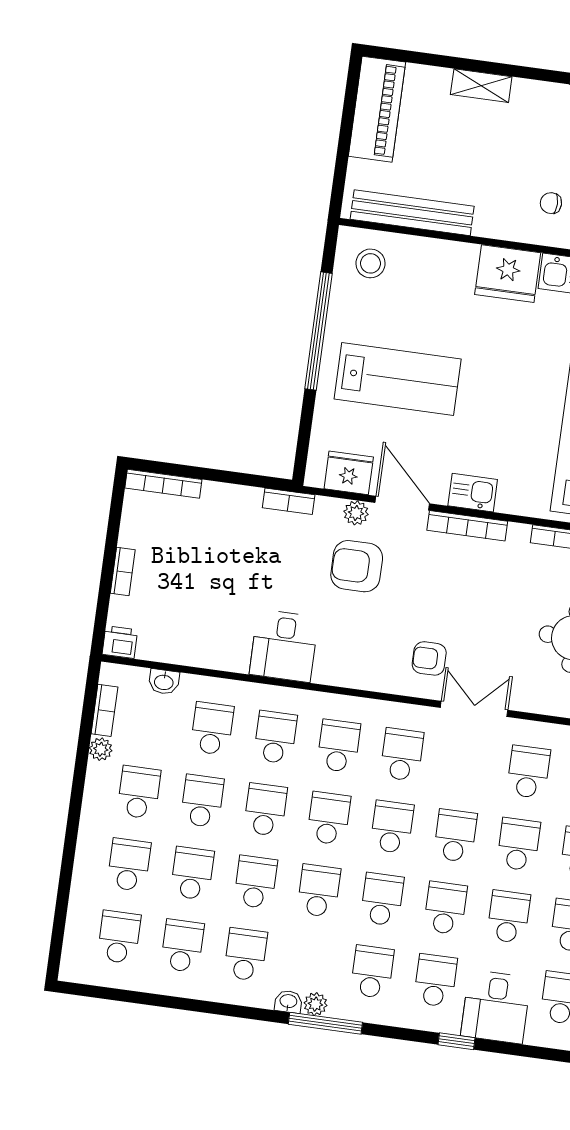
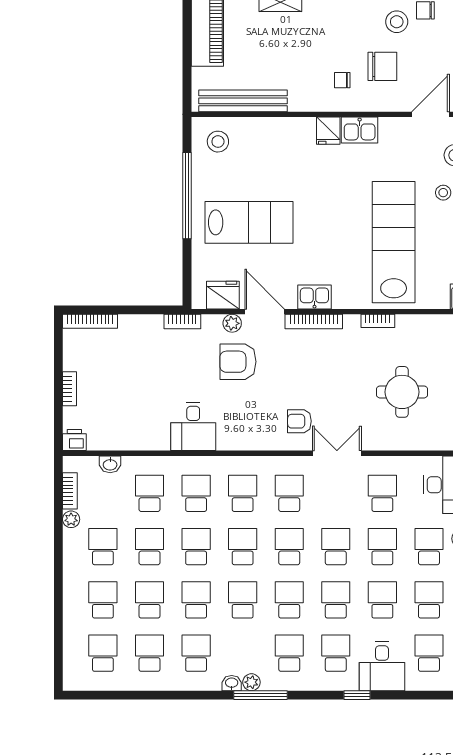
fridge: (508, 274) -> (328, 131), width x0.53, depth x0.75

